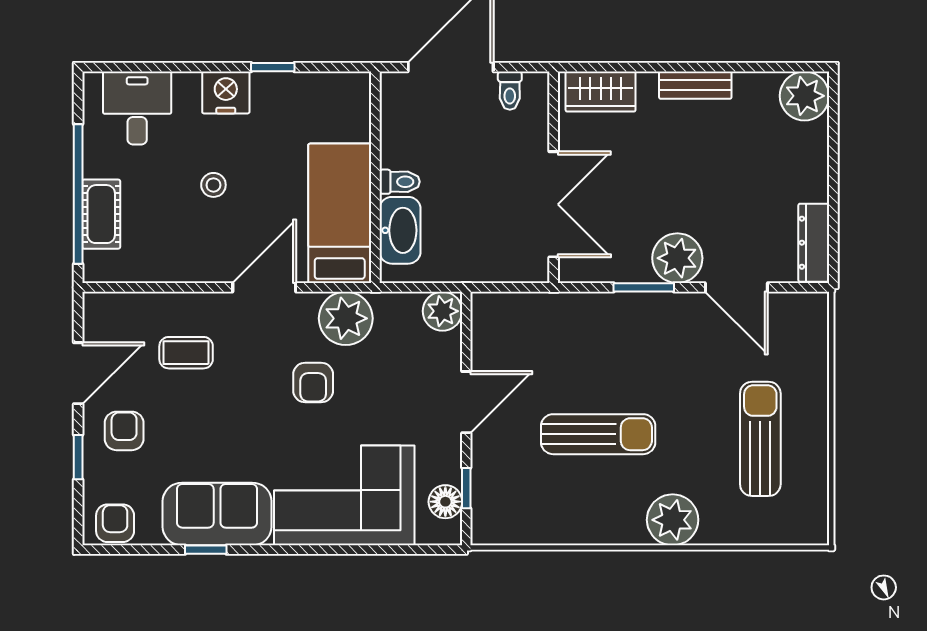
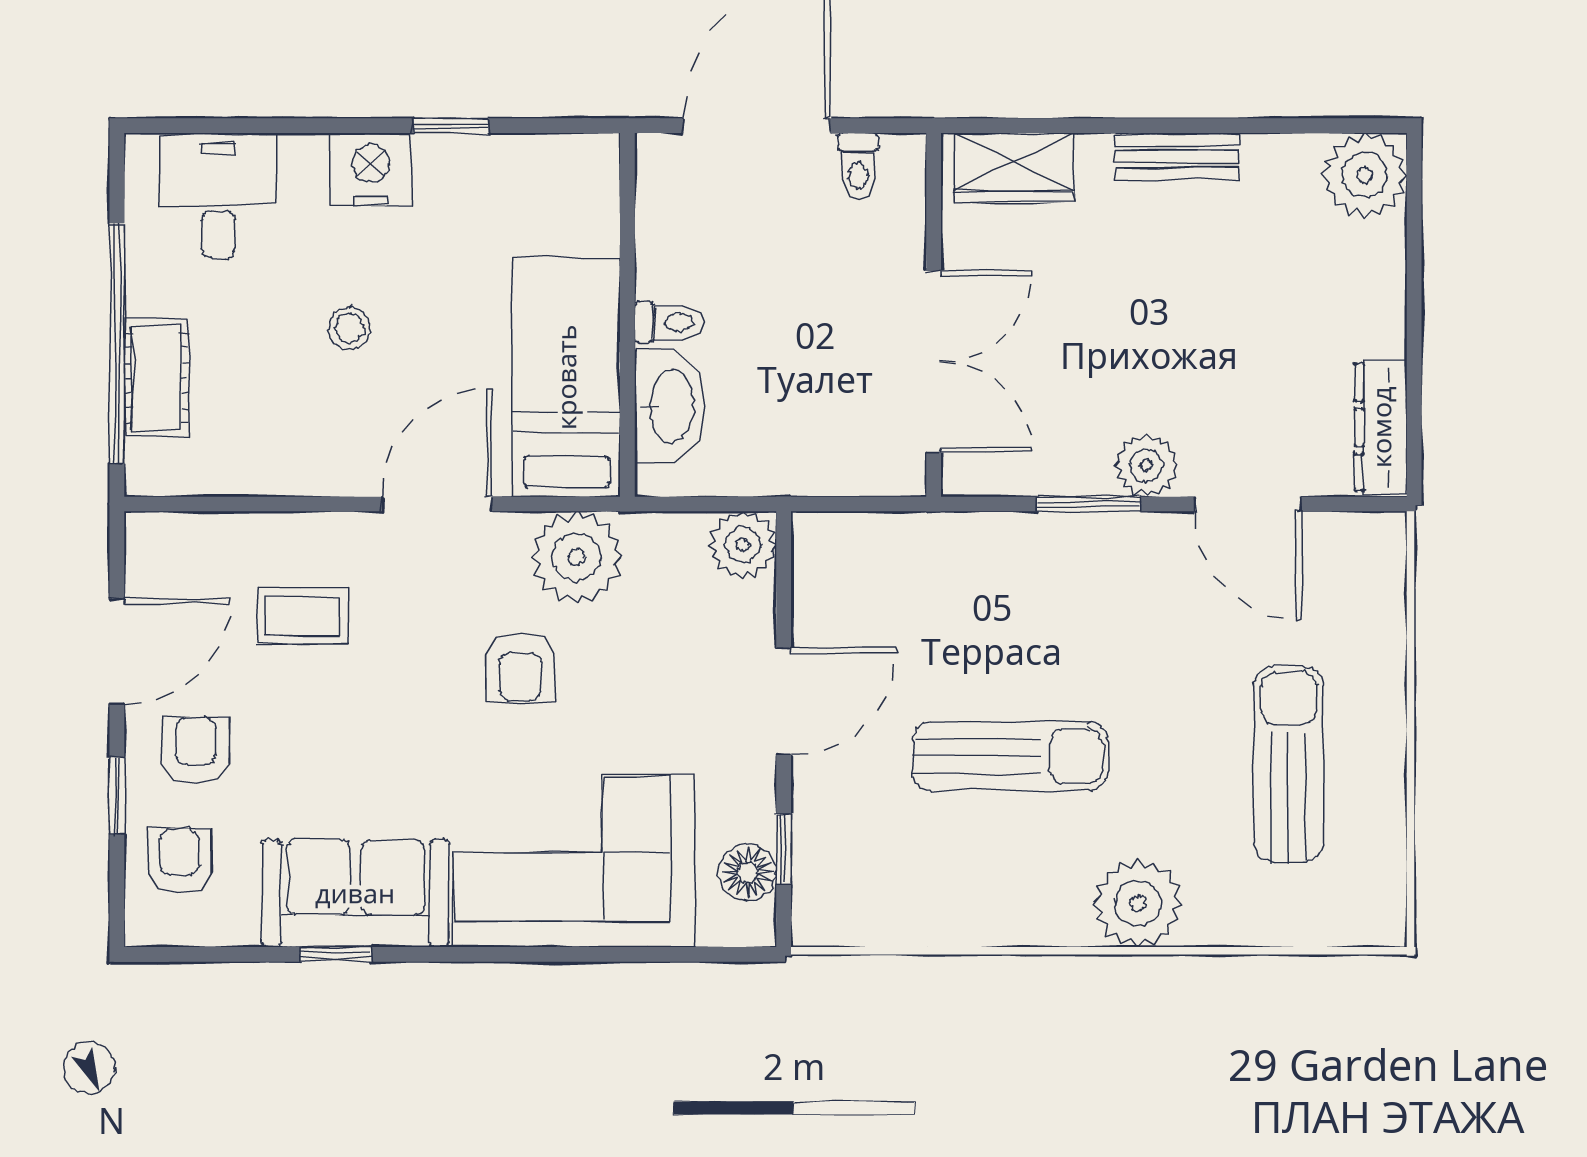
plant: (677, 258) -> (1146, 465), width x0.73, depth x0.73
armchair: (115, 523) -> (179, 861), moved

